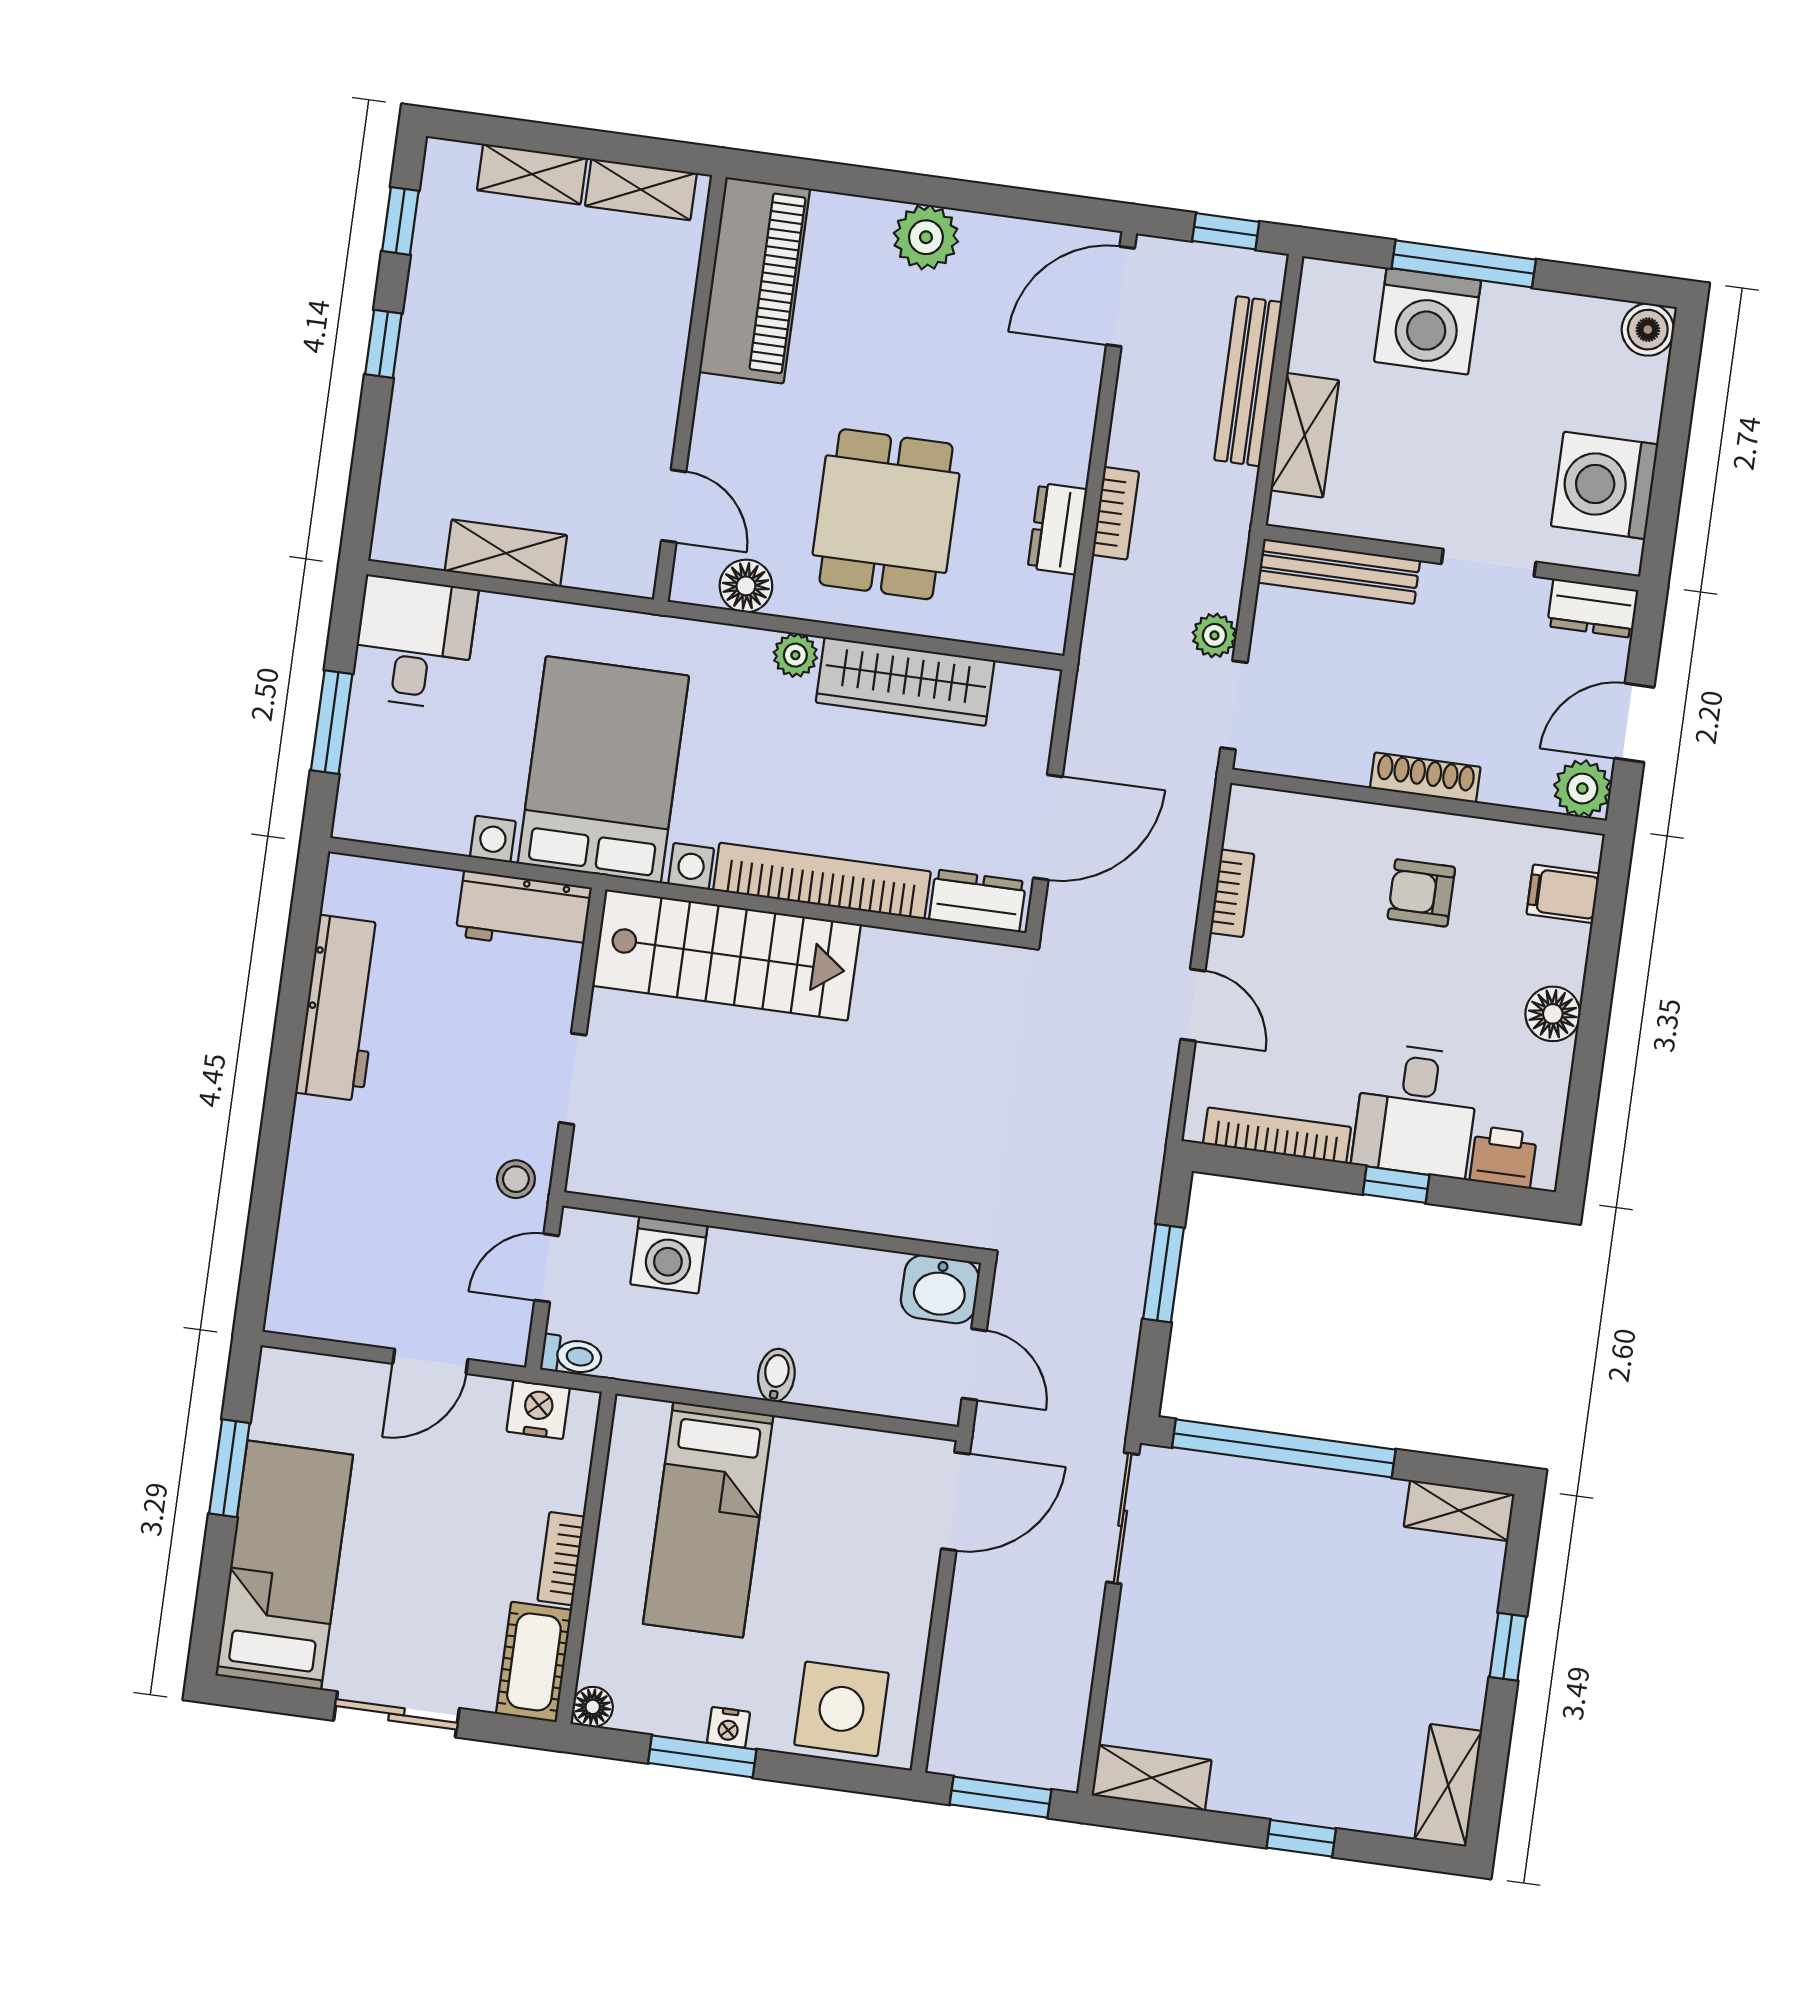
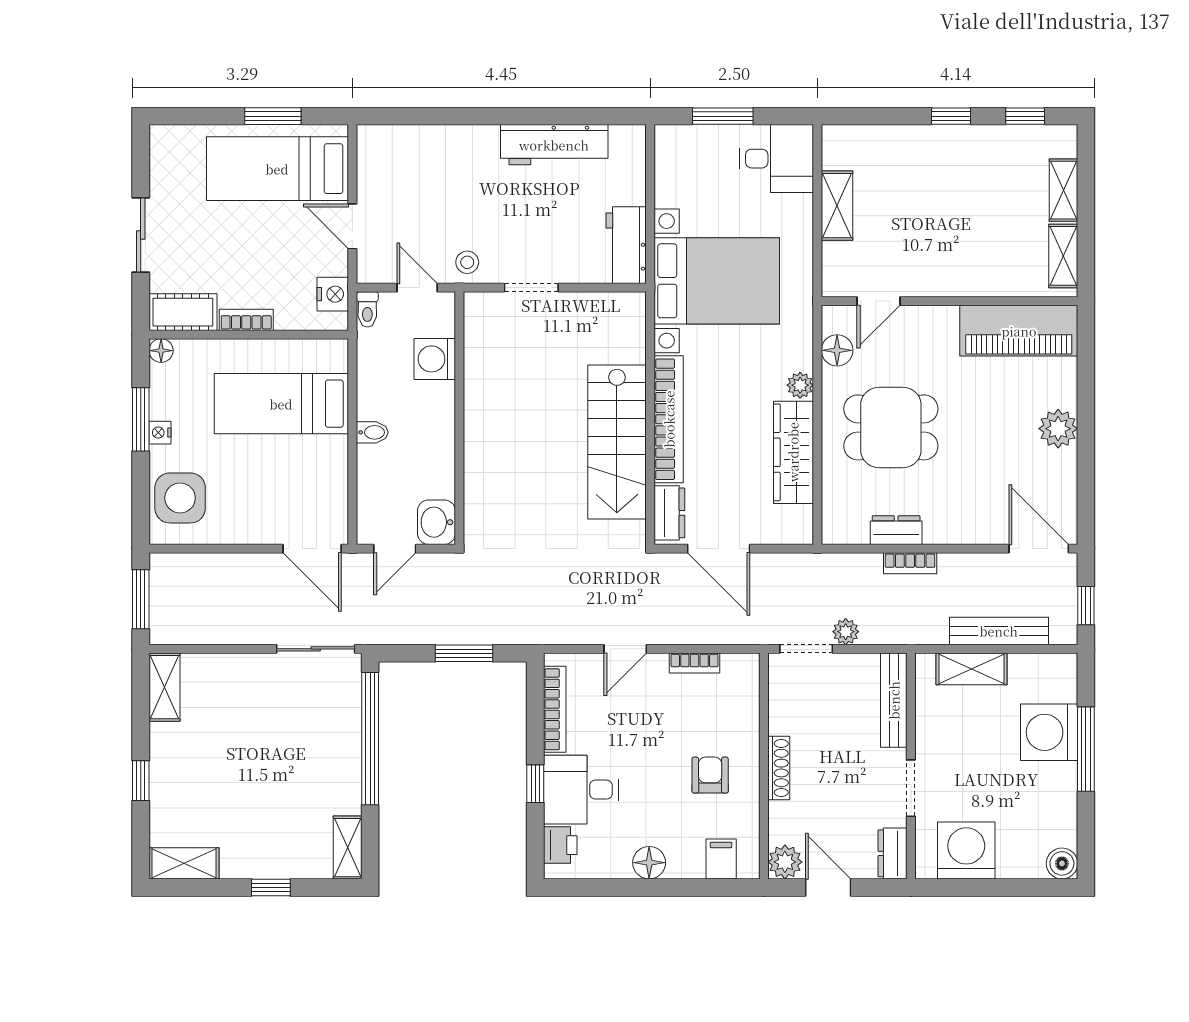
stairs: (727, 955) -> (617, 442), moved
bed: (284, 1565) -> (277, 169), moved, turned 180

